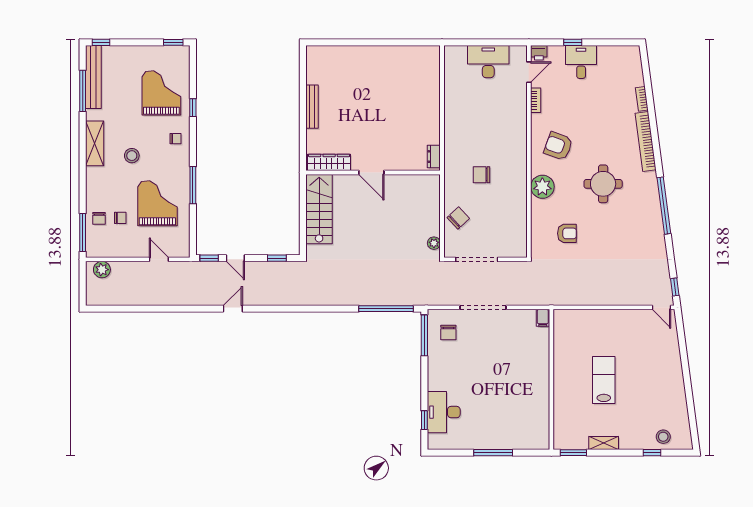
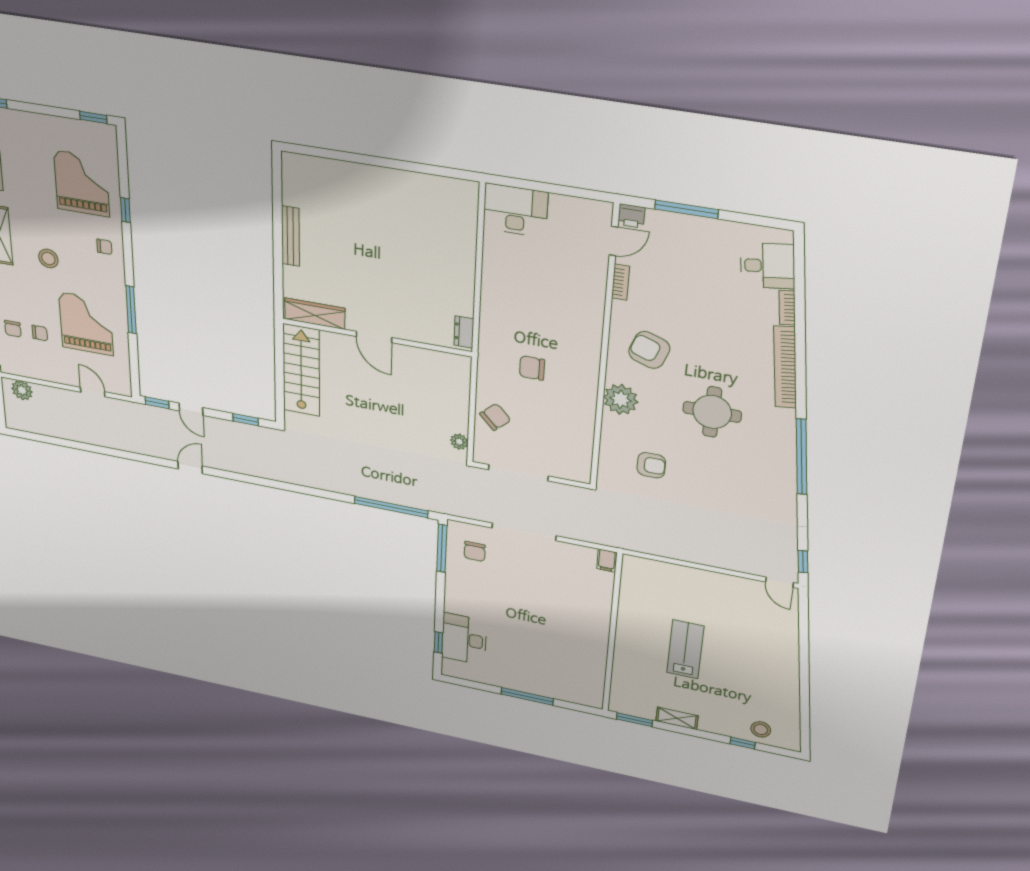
window: (573, 42) -> (686, 209), width x2.17
desk: (488, 62) -> (515, 210), moved
desk: (581, 62) -> (767, 266), moved, turned 82

